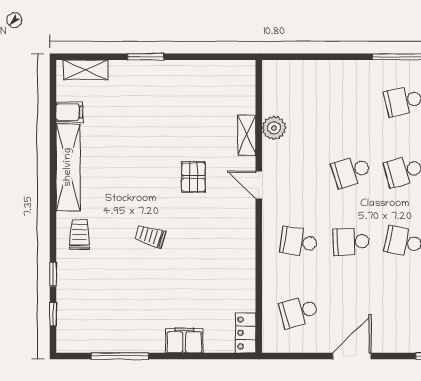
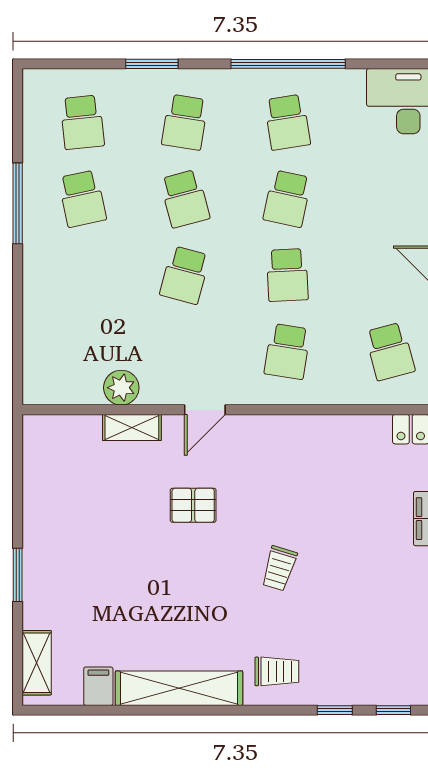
school desk: (351, 171) -> (185, 275), turned 33
trolley: (80, 234) -> (277, 671), turned 180

